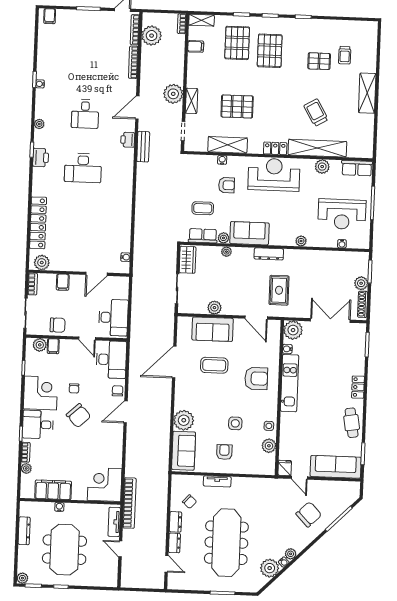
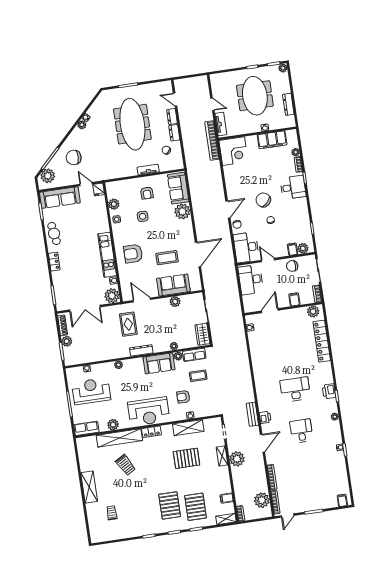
pallet: (319, 61) -> (130, 505), removed
corner desk: (41, 393) -> (295, 212), removed
chair: (309, 514) -> (74, 157), turned 46
plant: (270, 568) -> (48, 176), moved

